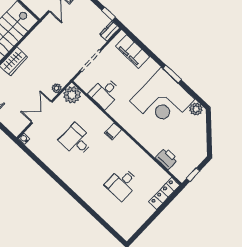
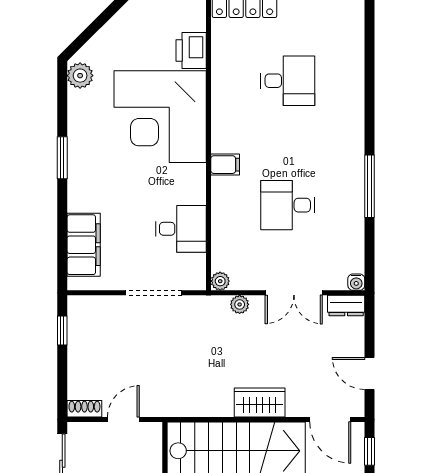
dresser: (110, 31) -> (346, 306), moved
plant: (72, 95) -> (220, 281), width x0.53, depth x0.53
corner desk: (162, 100) -> (160, 117), moved, turned 180
desk: (76, 140) -> (288, 205), turned 90
window: (55, 177) -> (369, 186), added

